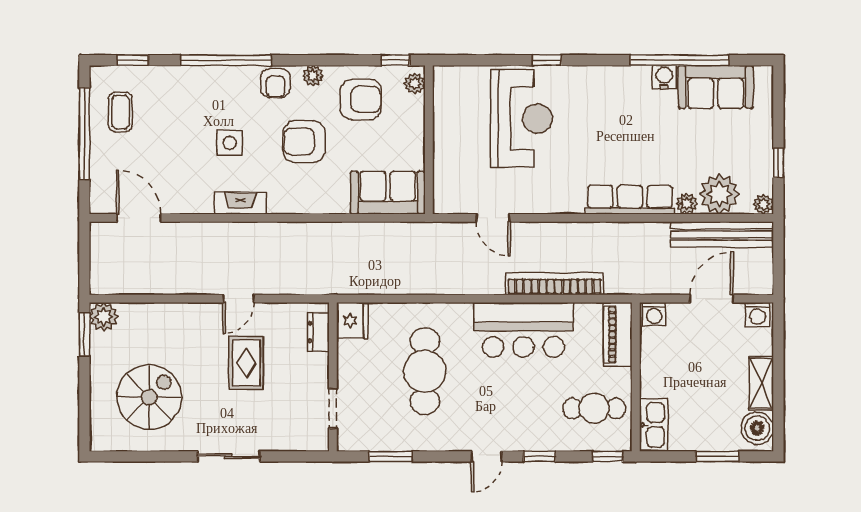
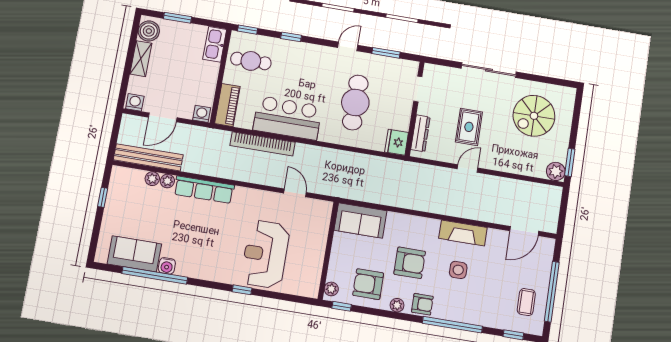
armchair: (275, 83) -> (422, 304), turned 90
plant: (719, 194) -> (152, 179), width x0.53, depth x0.53
fireplace: (240, 203) -> (463, 233), width x1.37, depth x1.32
plant: (763, 204) -> (118, 172), removed
door: (139, 218) -> (524, 231), hinge flipped
dresser: (318, 332) -> (420, 133), width x1.44
sliding door: (229, 456) -> (489, 70), width x1.37
door: (487, 456) -> (348, 46), moved

